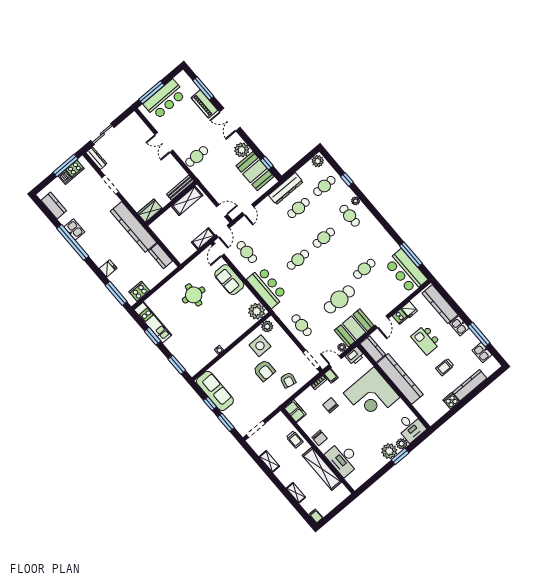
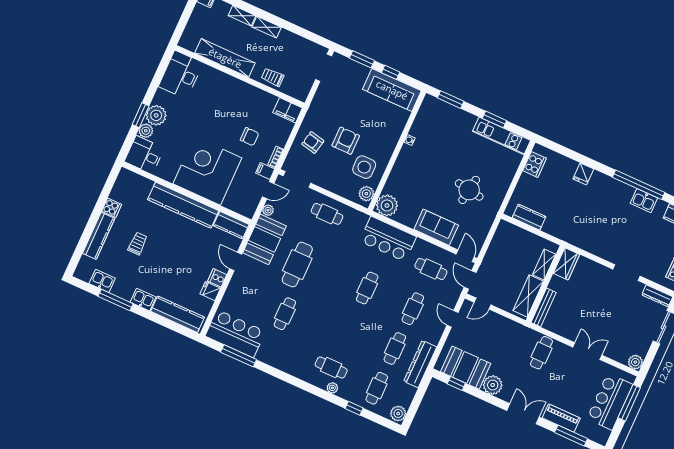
plant: (134, 119) -> (635, 362), added
kitchen counter: (134, 227) -> (576, 236), removed
cafe table: (324, 238) -> (413, 309), moved
shelving: (203, 239) -> (544, 264), moved
window: (116, 293) -> (560, 149), removed
kitchen island: (426, 340) -> (174, 265), removed
printer: (355, 356) -> (248, 207), removed
armchair: (264, 370) -> (346, 141), turned 90
chair: (320, 438) -> (244, 93), removed
desk: (343, 459) -> (181, 75), moved, turned -90
shelving: (269, 461) -> (267, 27), moved

